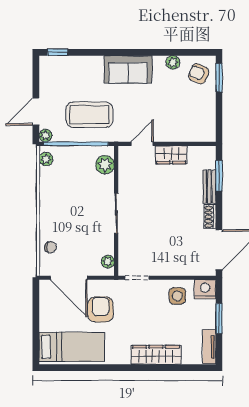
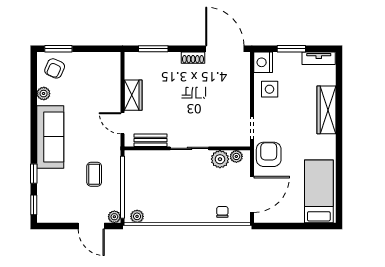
window: (90, 52) -> (34, 174), added
sofa: (128, 69) -> (50, 137), width x1.36
coffee table: (89, 115) -> (94, 174), width x0.54, depth x0.58
plant: (105, 165) -> (220, 159), moved
bench: (209, 187) -> (151, 140), moved
armchair: (100, 309) -> (269, 154), moved, turned 90

